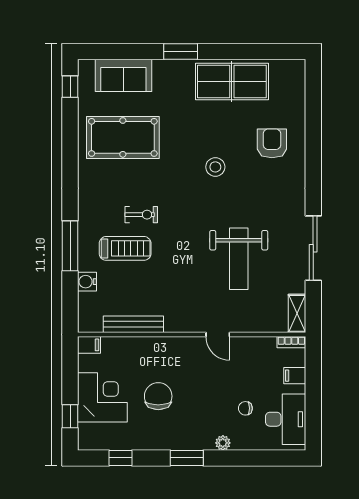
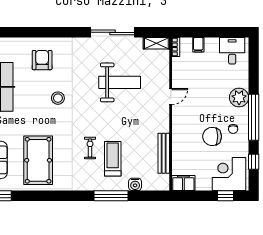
armchair: (272, 143) -> (42, 60), turned 90
filing cabinet: (89, 345) -> (183, 183), width x2.00
corner desk: (102, 397) -> (229, 174), moved
chair: (245, 408) -> (233, 129), moved
desk: (286, 419) -> (232, 51), width x0.73
plant: (223, 443) -> (239, 98), width x1.87, depth x1.87
window: (187, 458) -> (254, 117), width x2.11

